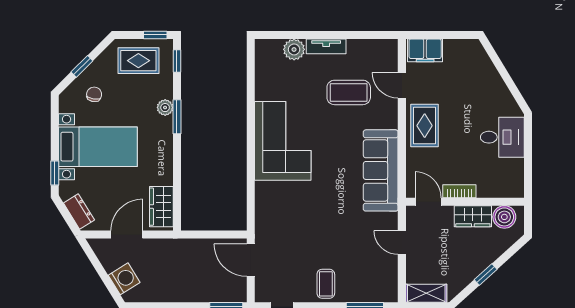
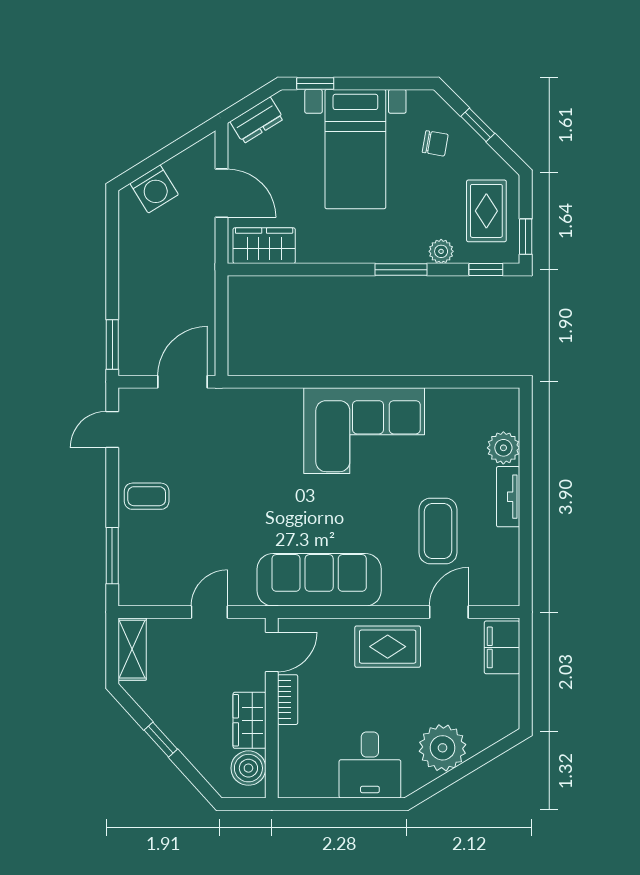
plant: (491, 89) -> (443, 748), added
plant: (165, 108) -> (441, 251), moved

